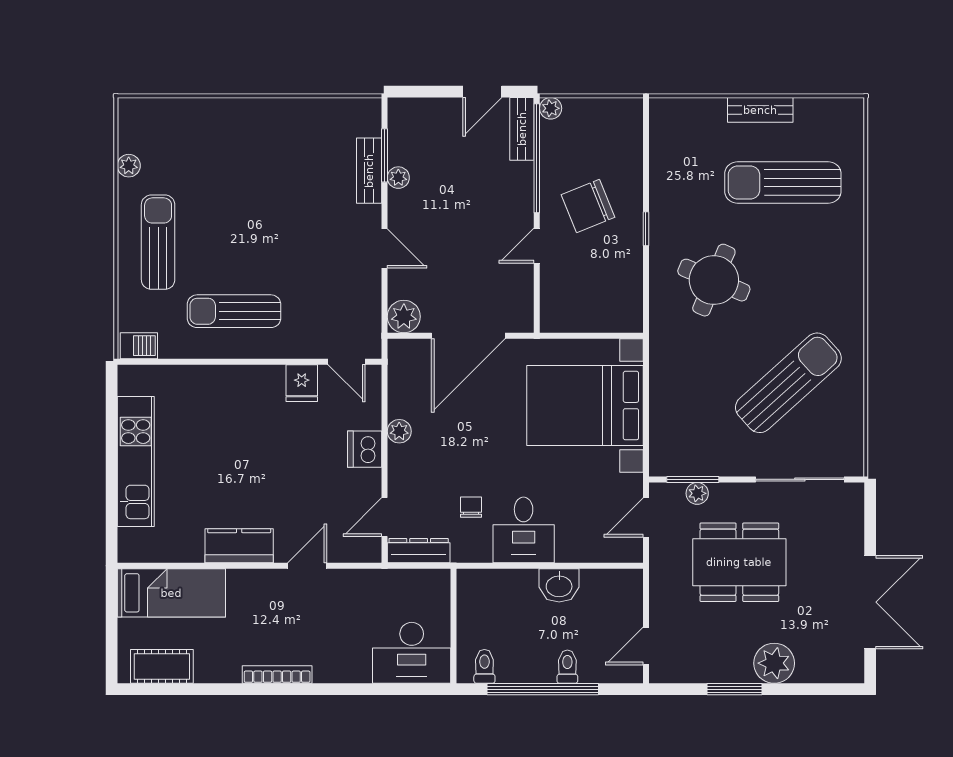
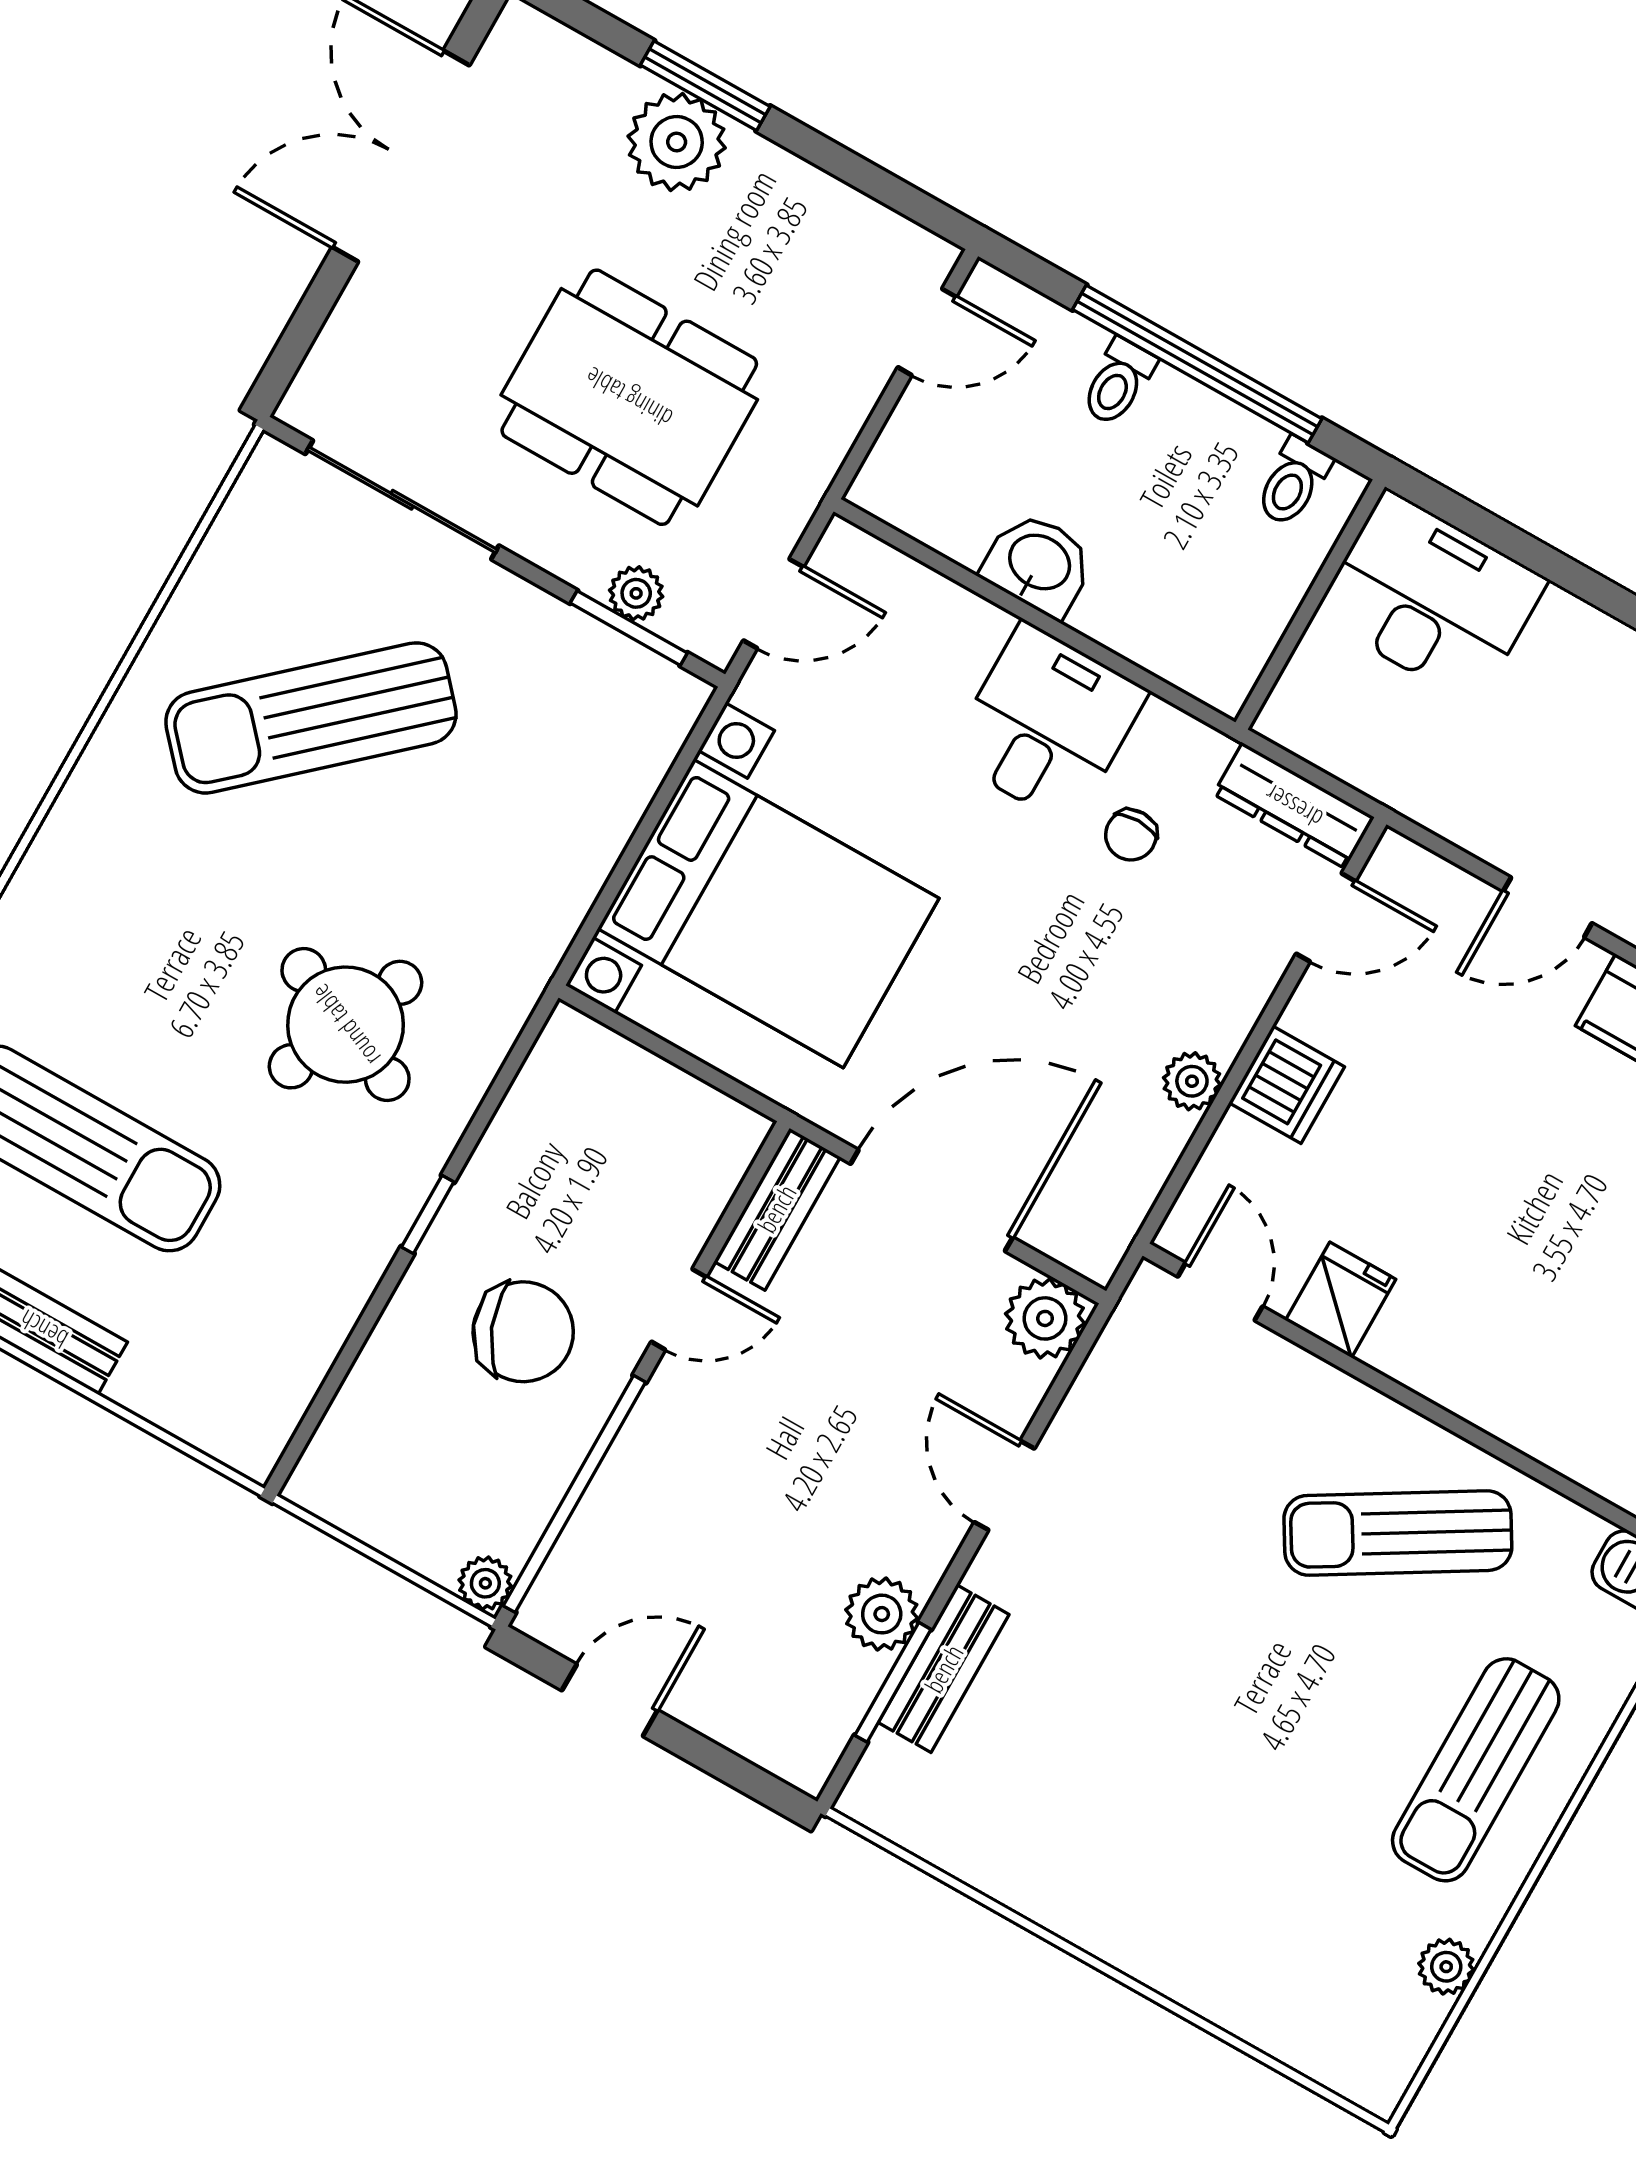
bench: (522, 129) -> (777, 1209), moved
plant: (398, 178) -> (882, 1614), width x1.38, depth x1.38
sun lounger: (234, 311) -> (1398, 1533), turned 149
window: (734, 689) -> (705, 86), moved

